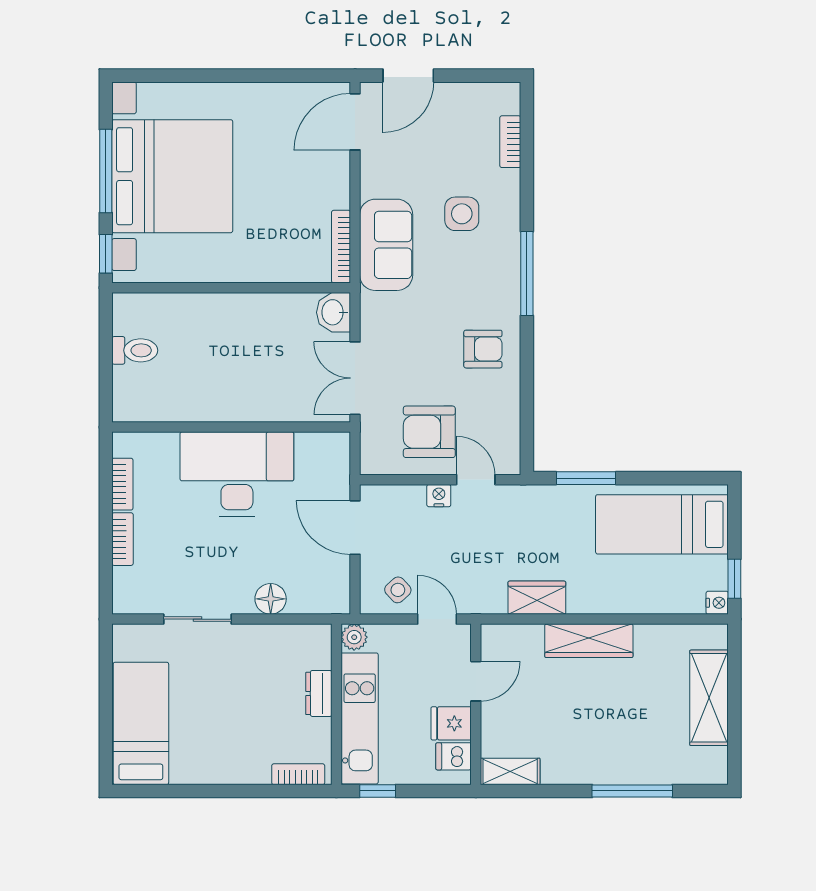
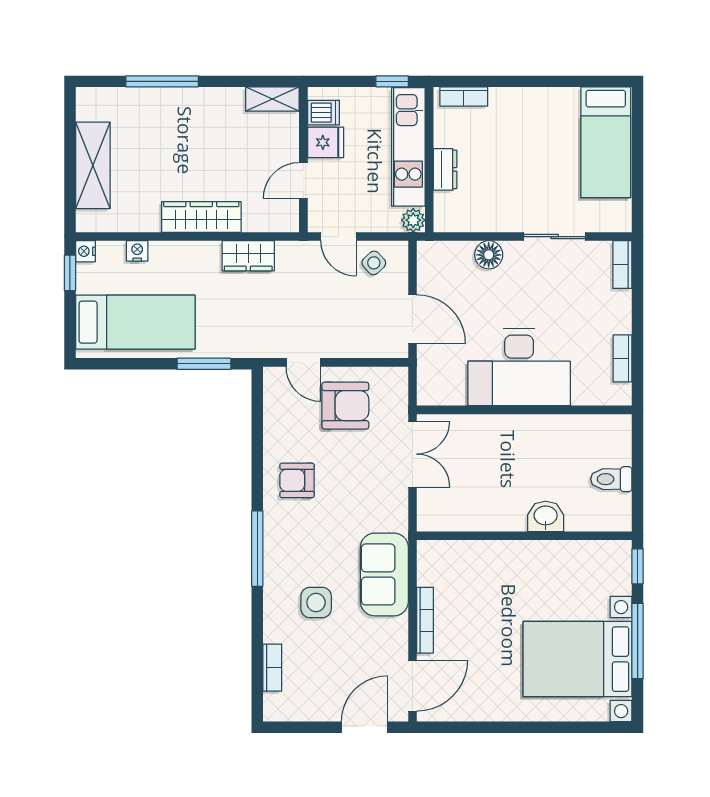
bed with nightstands: (172, 176) -> (577, 659), width x0.73
bookcase: (341, 247) -> (425, 620), moved
washbasin: (334, 312) -> (546, 516), moved, turned -90
nightstand: (439, 496) -> (137, 251), moved, turned 180
bookcase: (122, 539) -> (622, 265), moved

